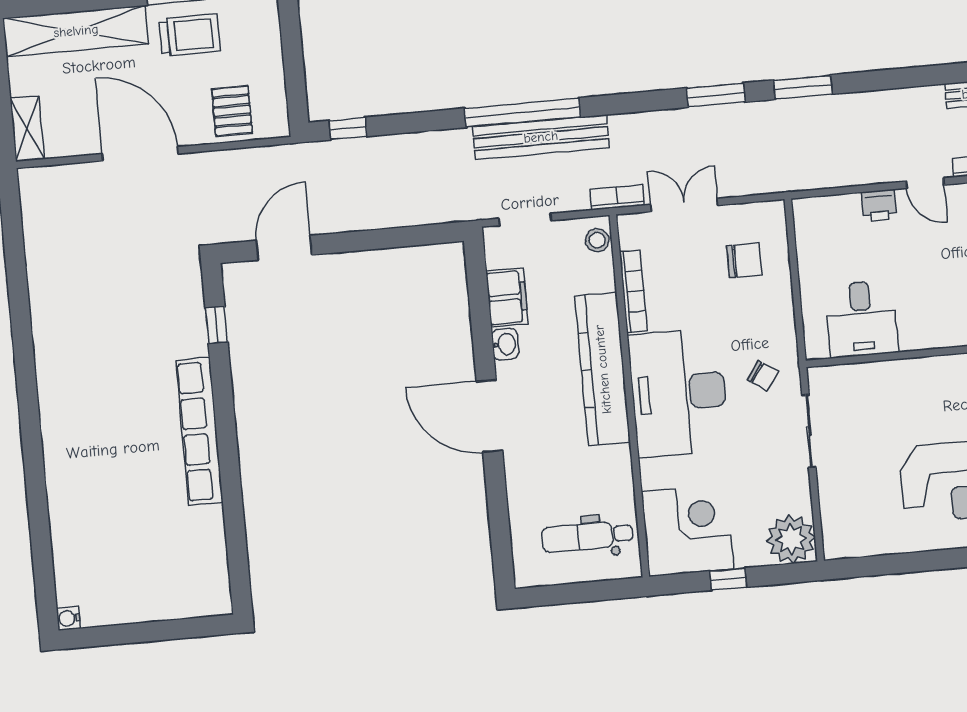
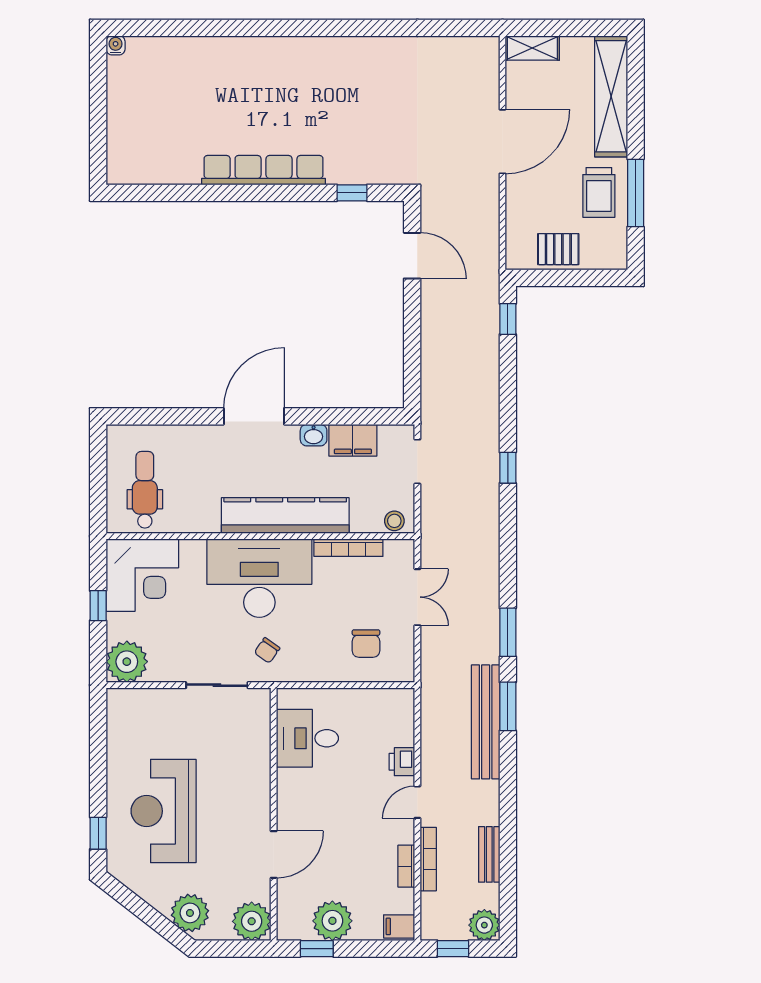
pallet: (232, 111) -> (558, 249), moved
window: (523, 113) -> (508, 468), width x0.32
bench: (541, 137) -> (486, 722), moved
bookcase: (617, 197) -> (429, 541), removed

